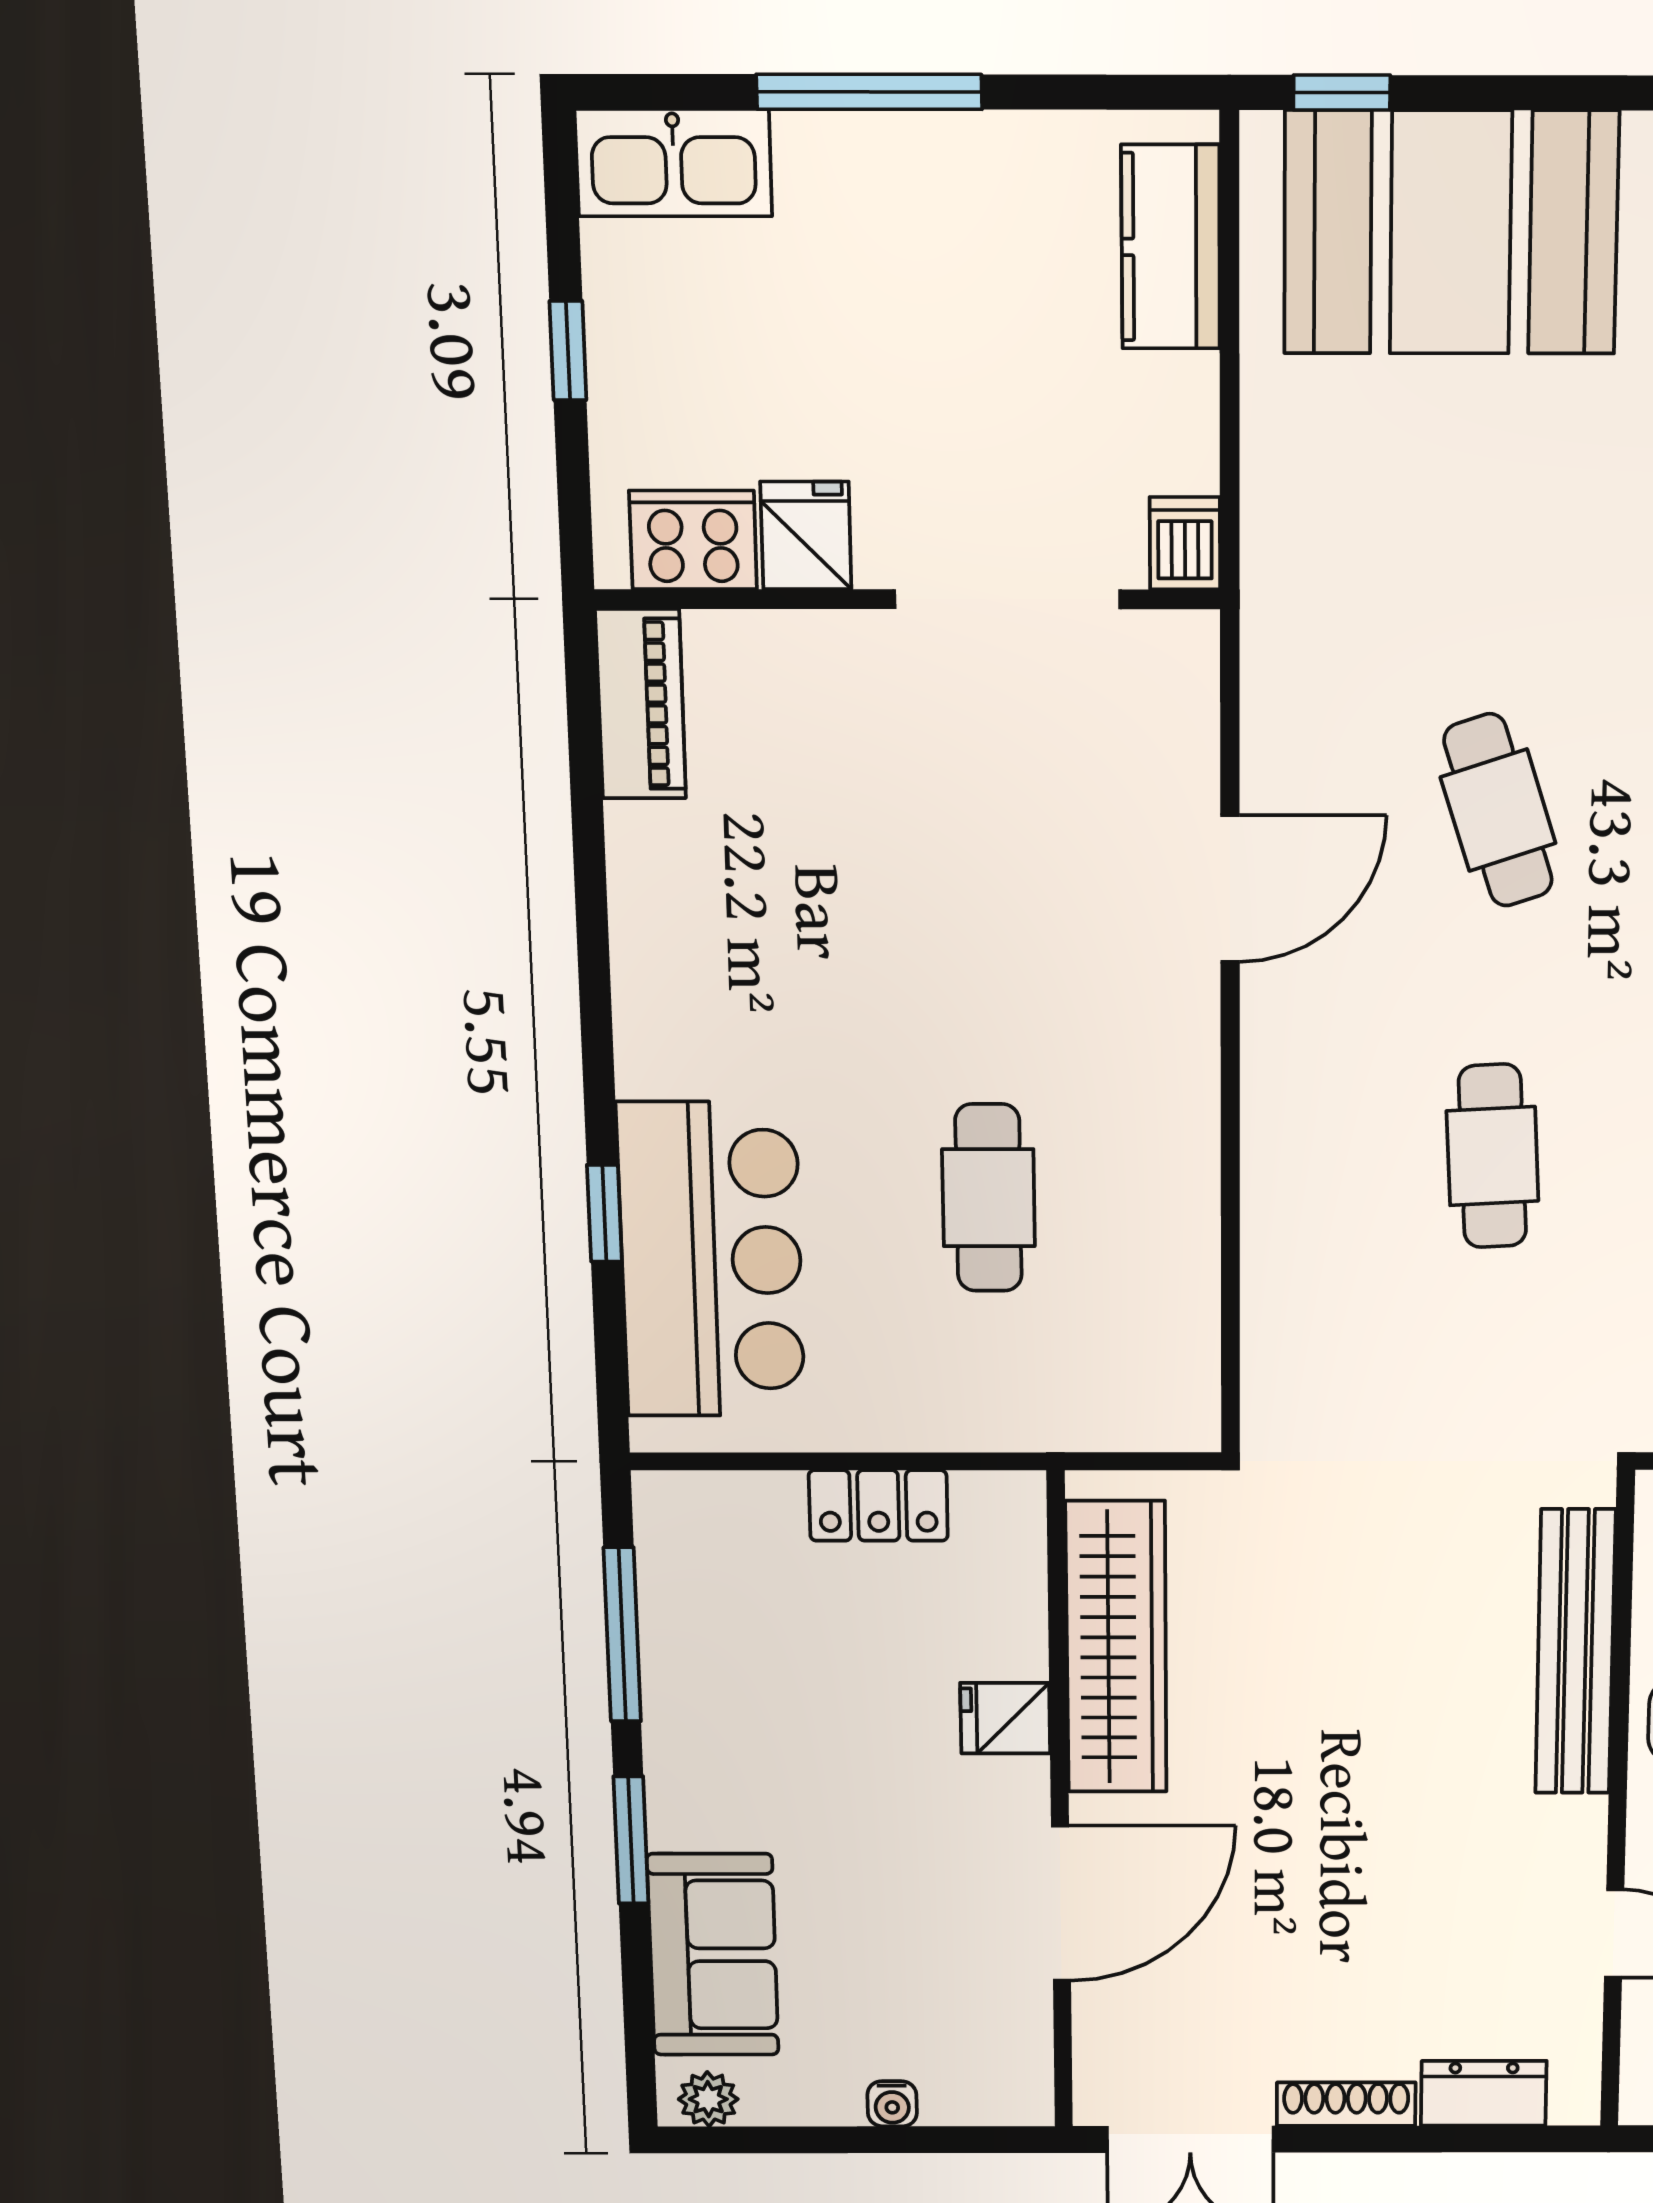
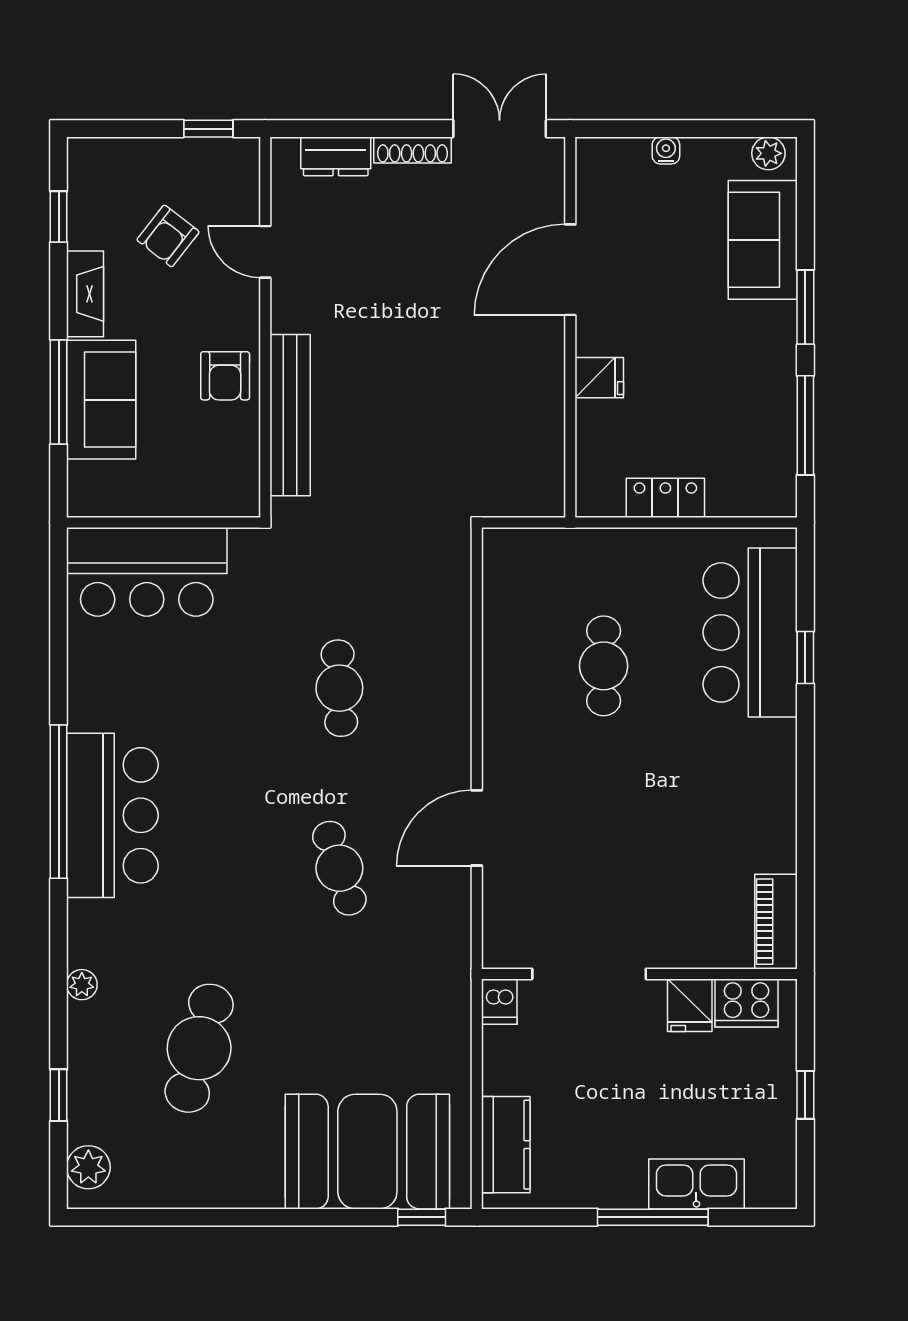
kitchen sink: (674, 163) -> (696, 1184), moved
wardrobe: (1116, 1647) -> (539, 418), removed

